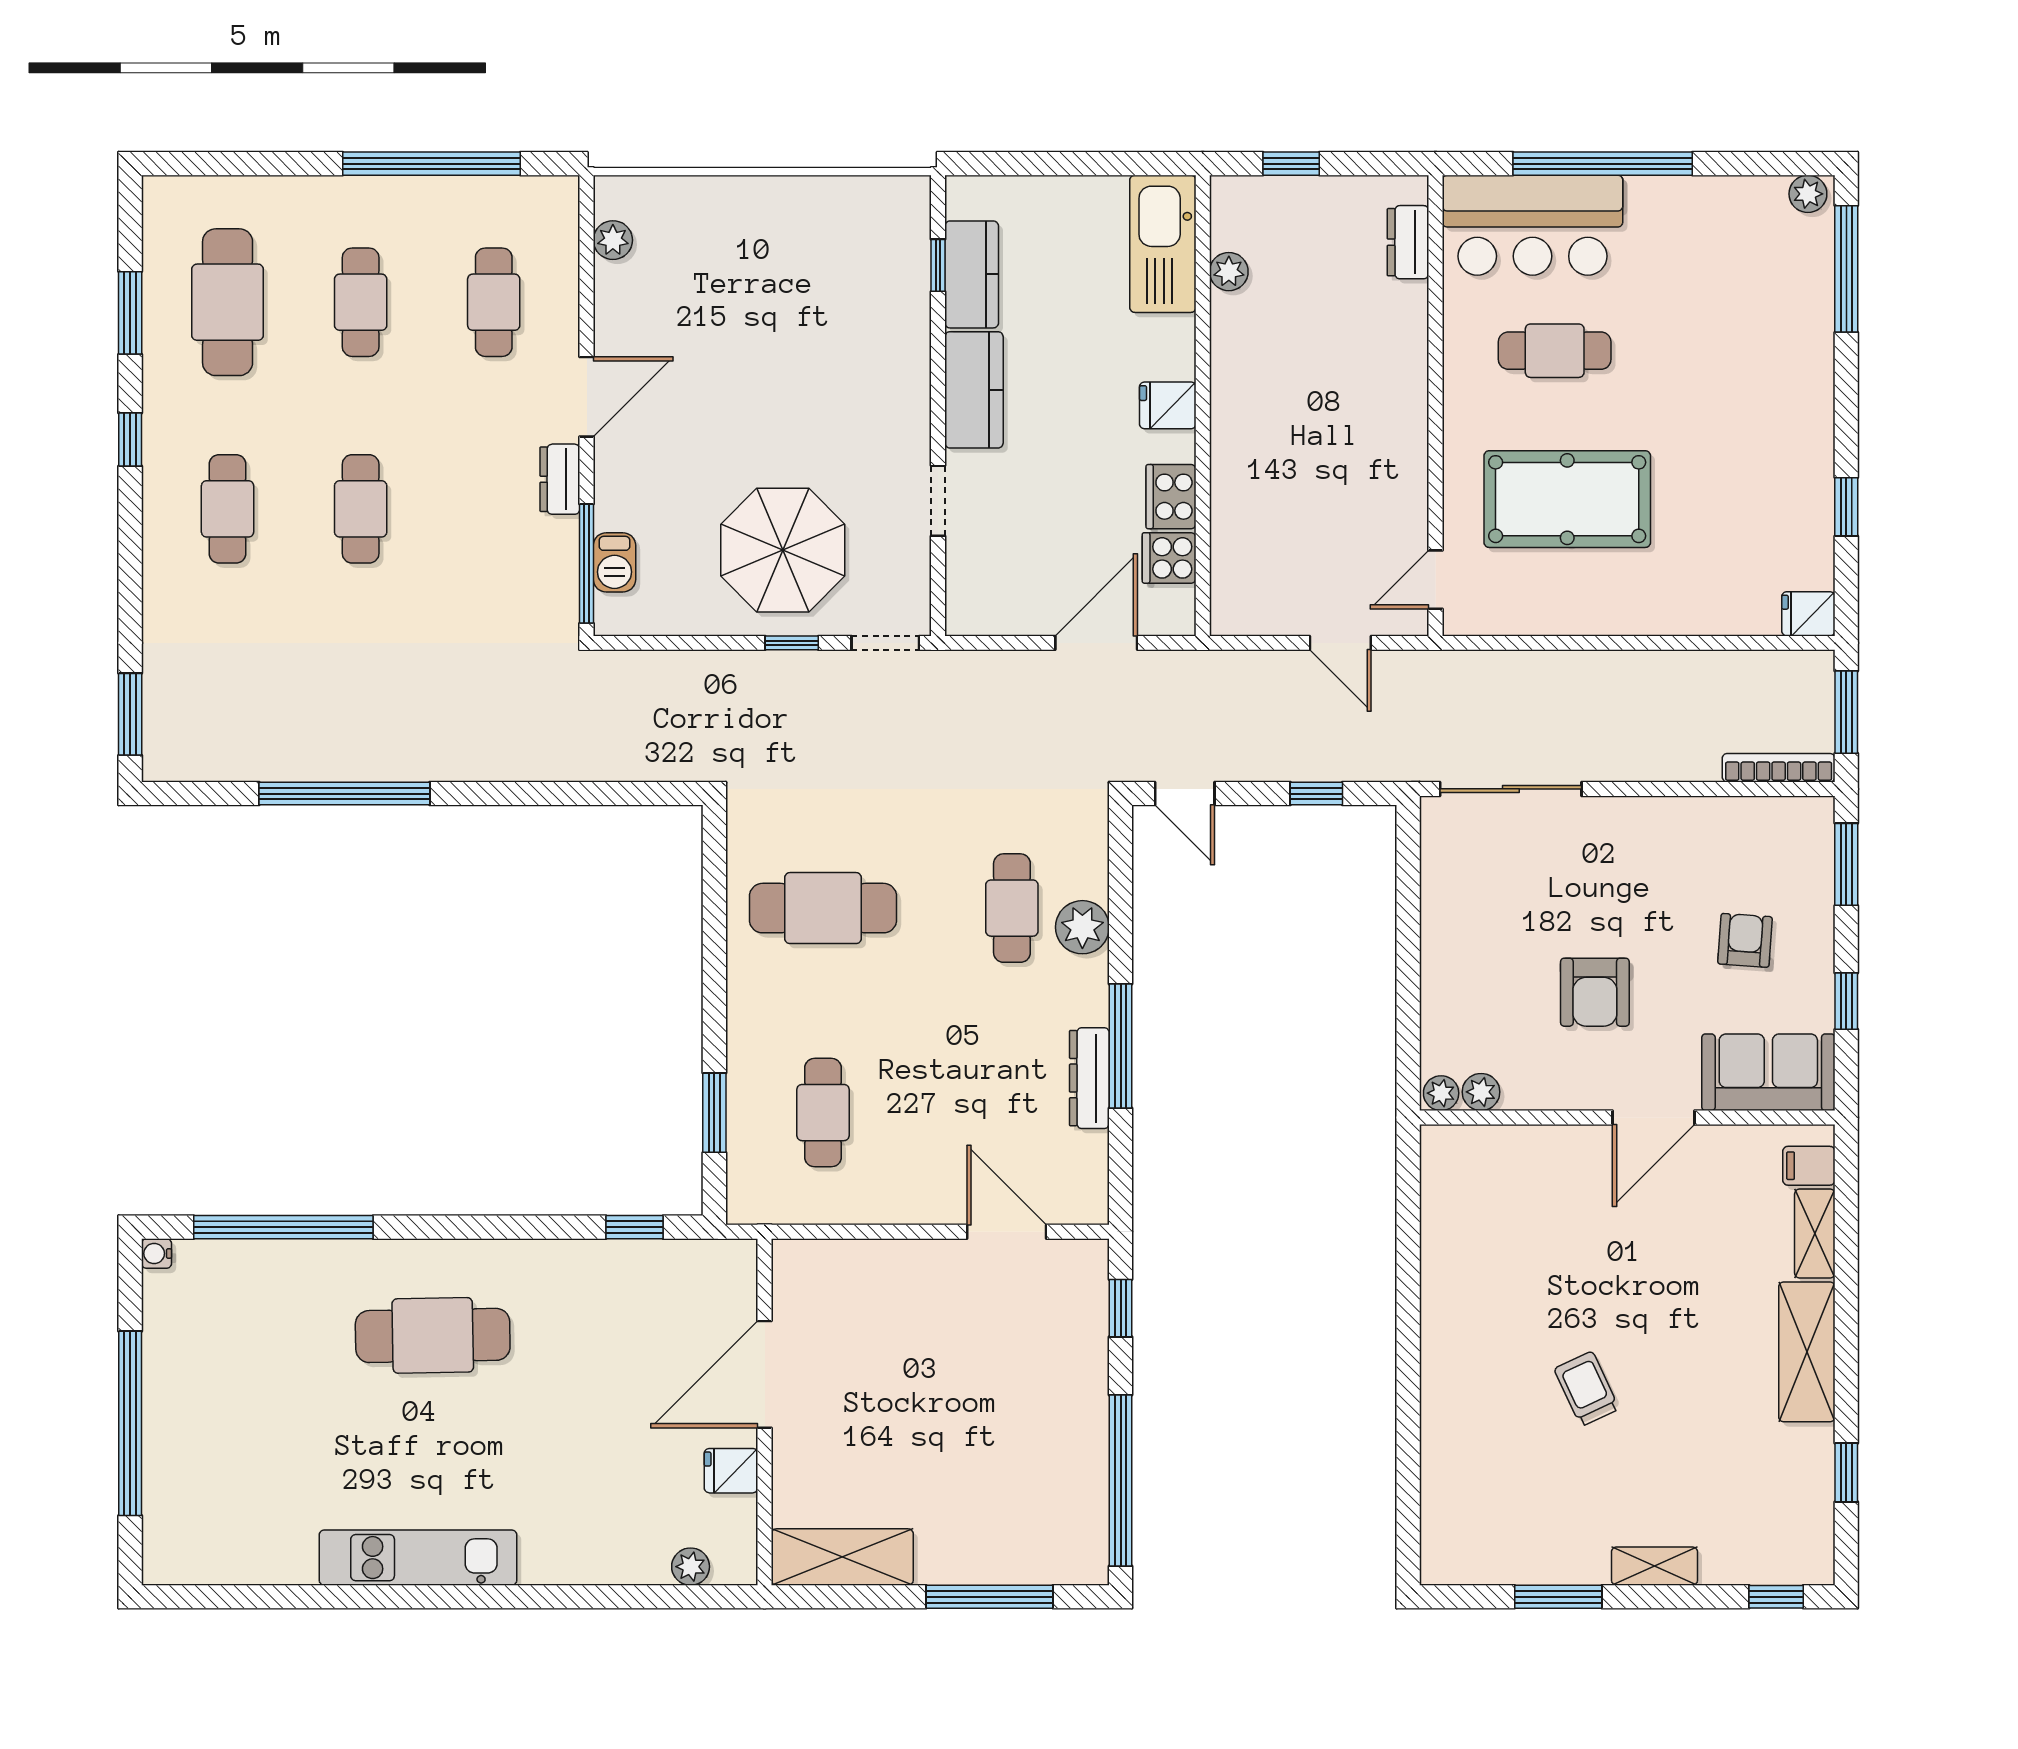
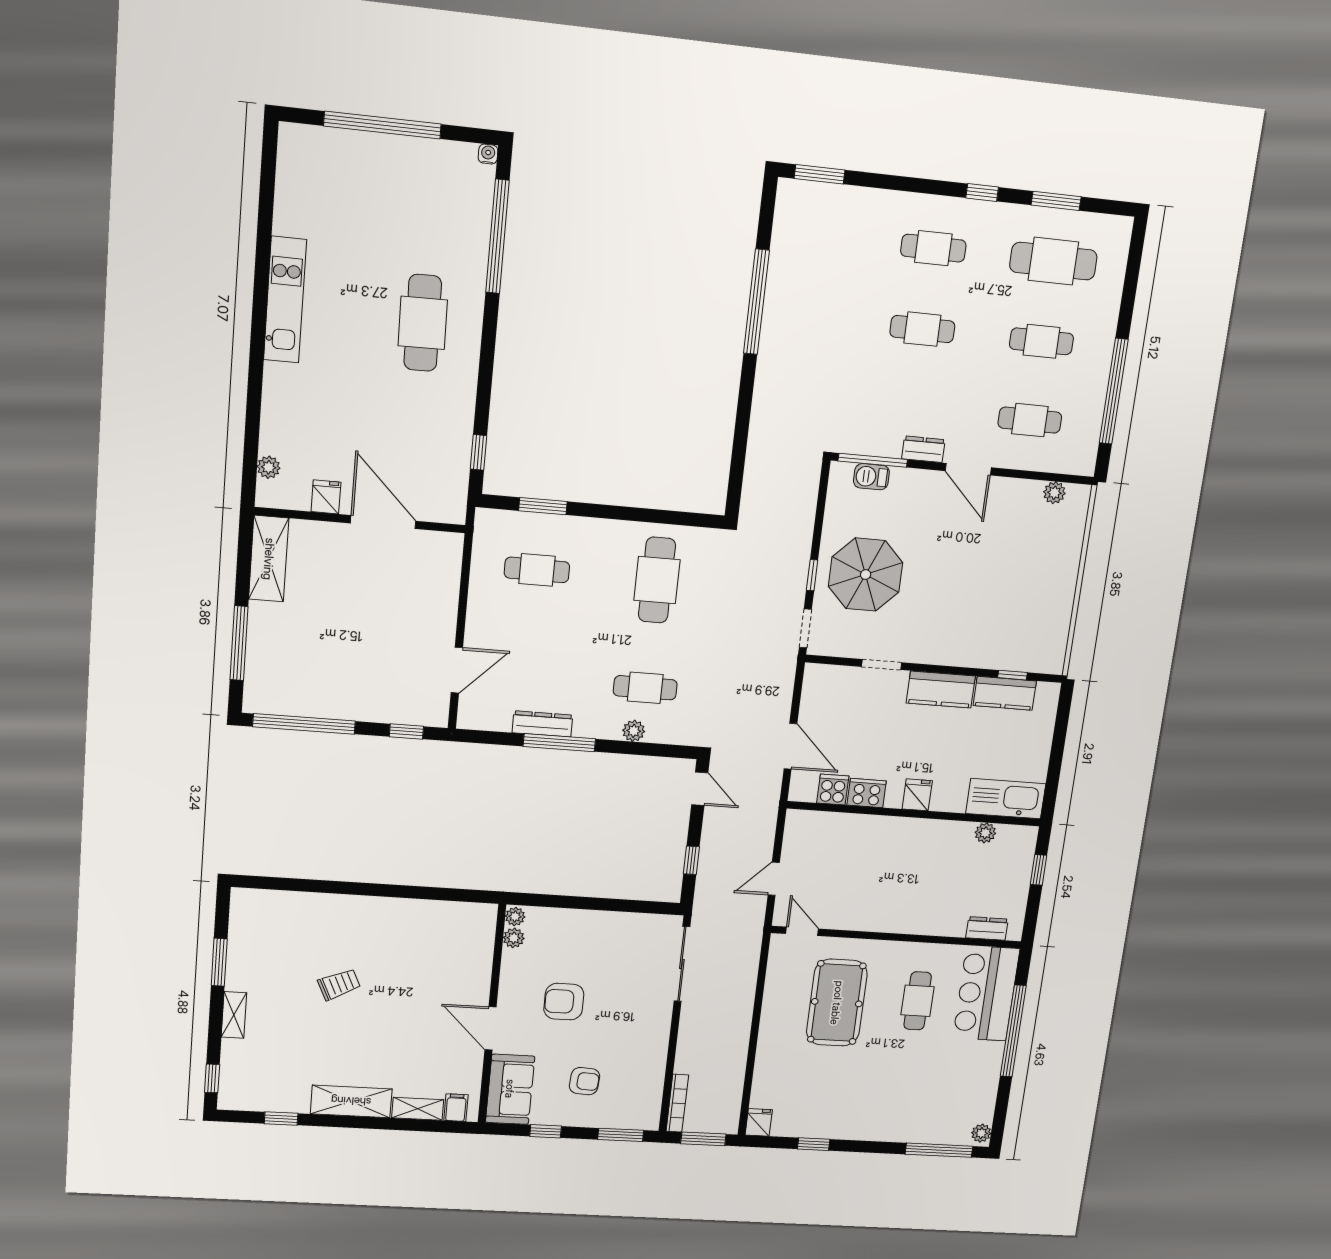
door: (1185, 794) -> (700, 789), swing flipped
plant: (1082, 927) -> (634, 731), width x0.73, depth x0.73

